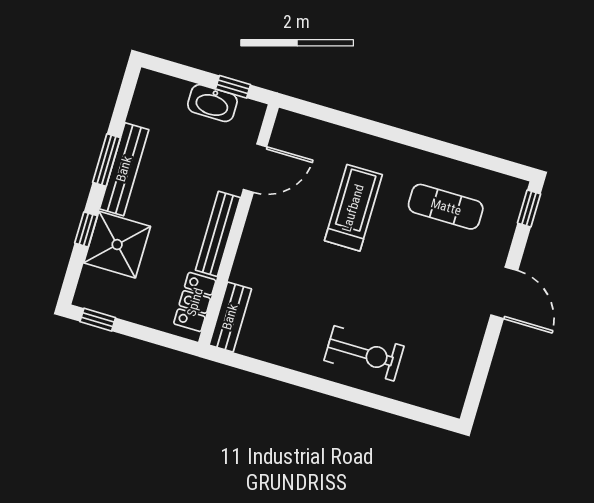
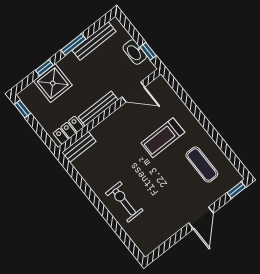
bench: (124, 169) -> (94, 41), moved
treadmill: (353, 208) -> (163, 138), turned 180
exercise bike: (364, 353) -> (124, 202), turned 180

